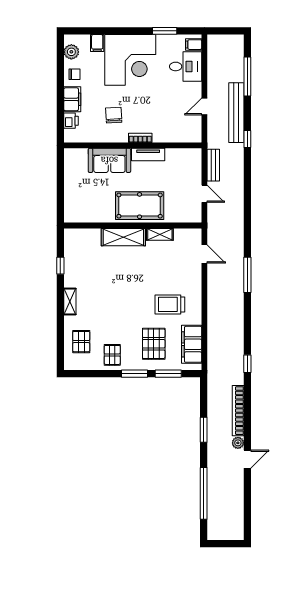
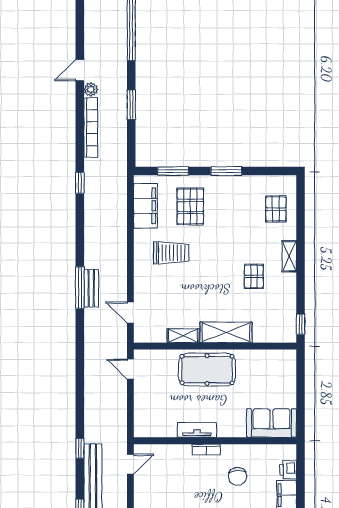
door: (204, 107) -> (130, 464), moved
sofa: (109, 160) -> (271, 423), moved
bench: (213, 165) -> (91, 288), moved
door: (204, 194) -> (130, 369), moved
window: (60, 266) -> (300, 324), moved
pallet: (112, 355) -> (254, 276), moved
window: (135, 374) -> (226, 171), moved

